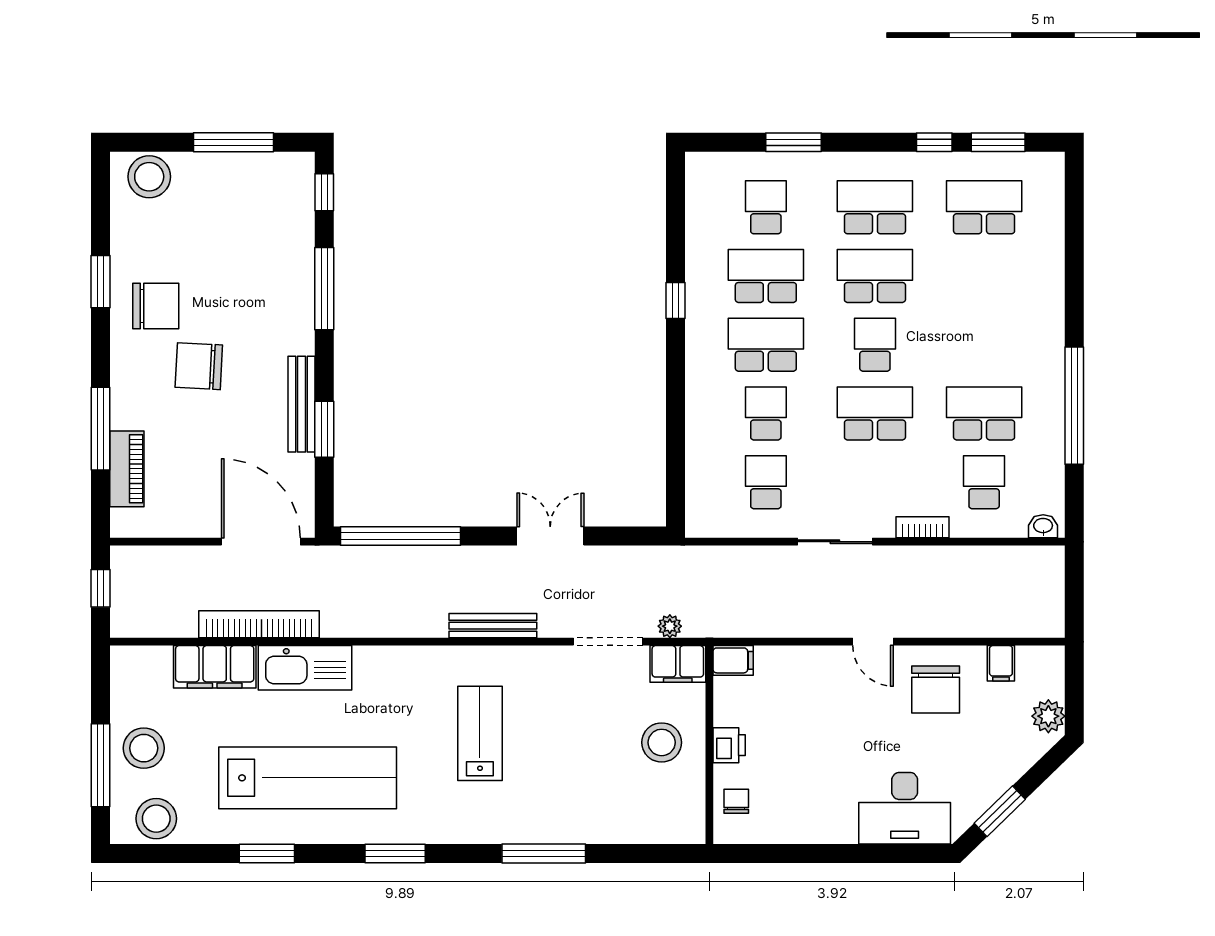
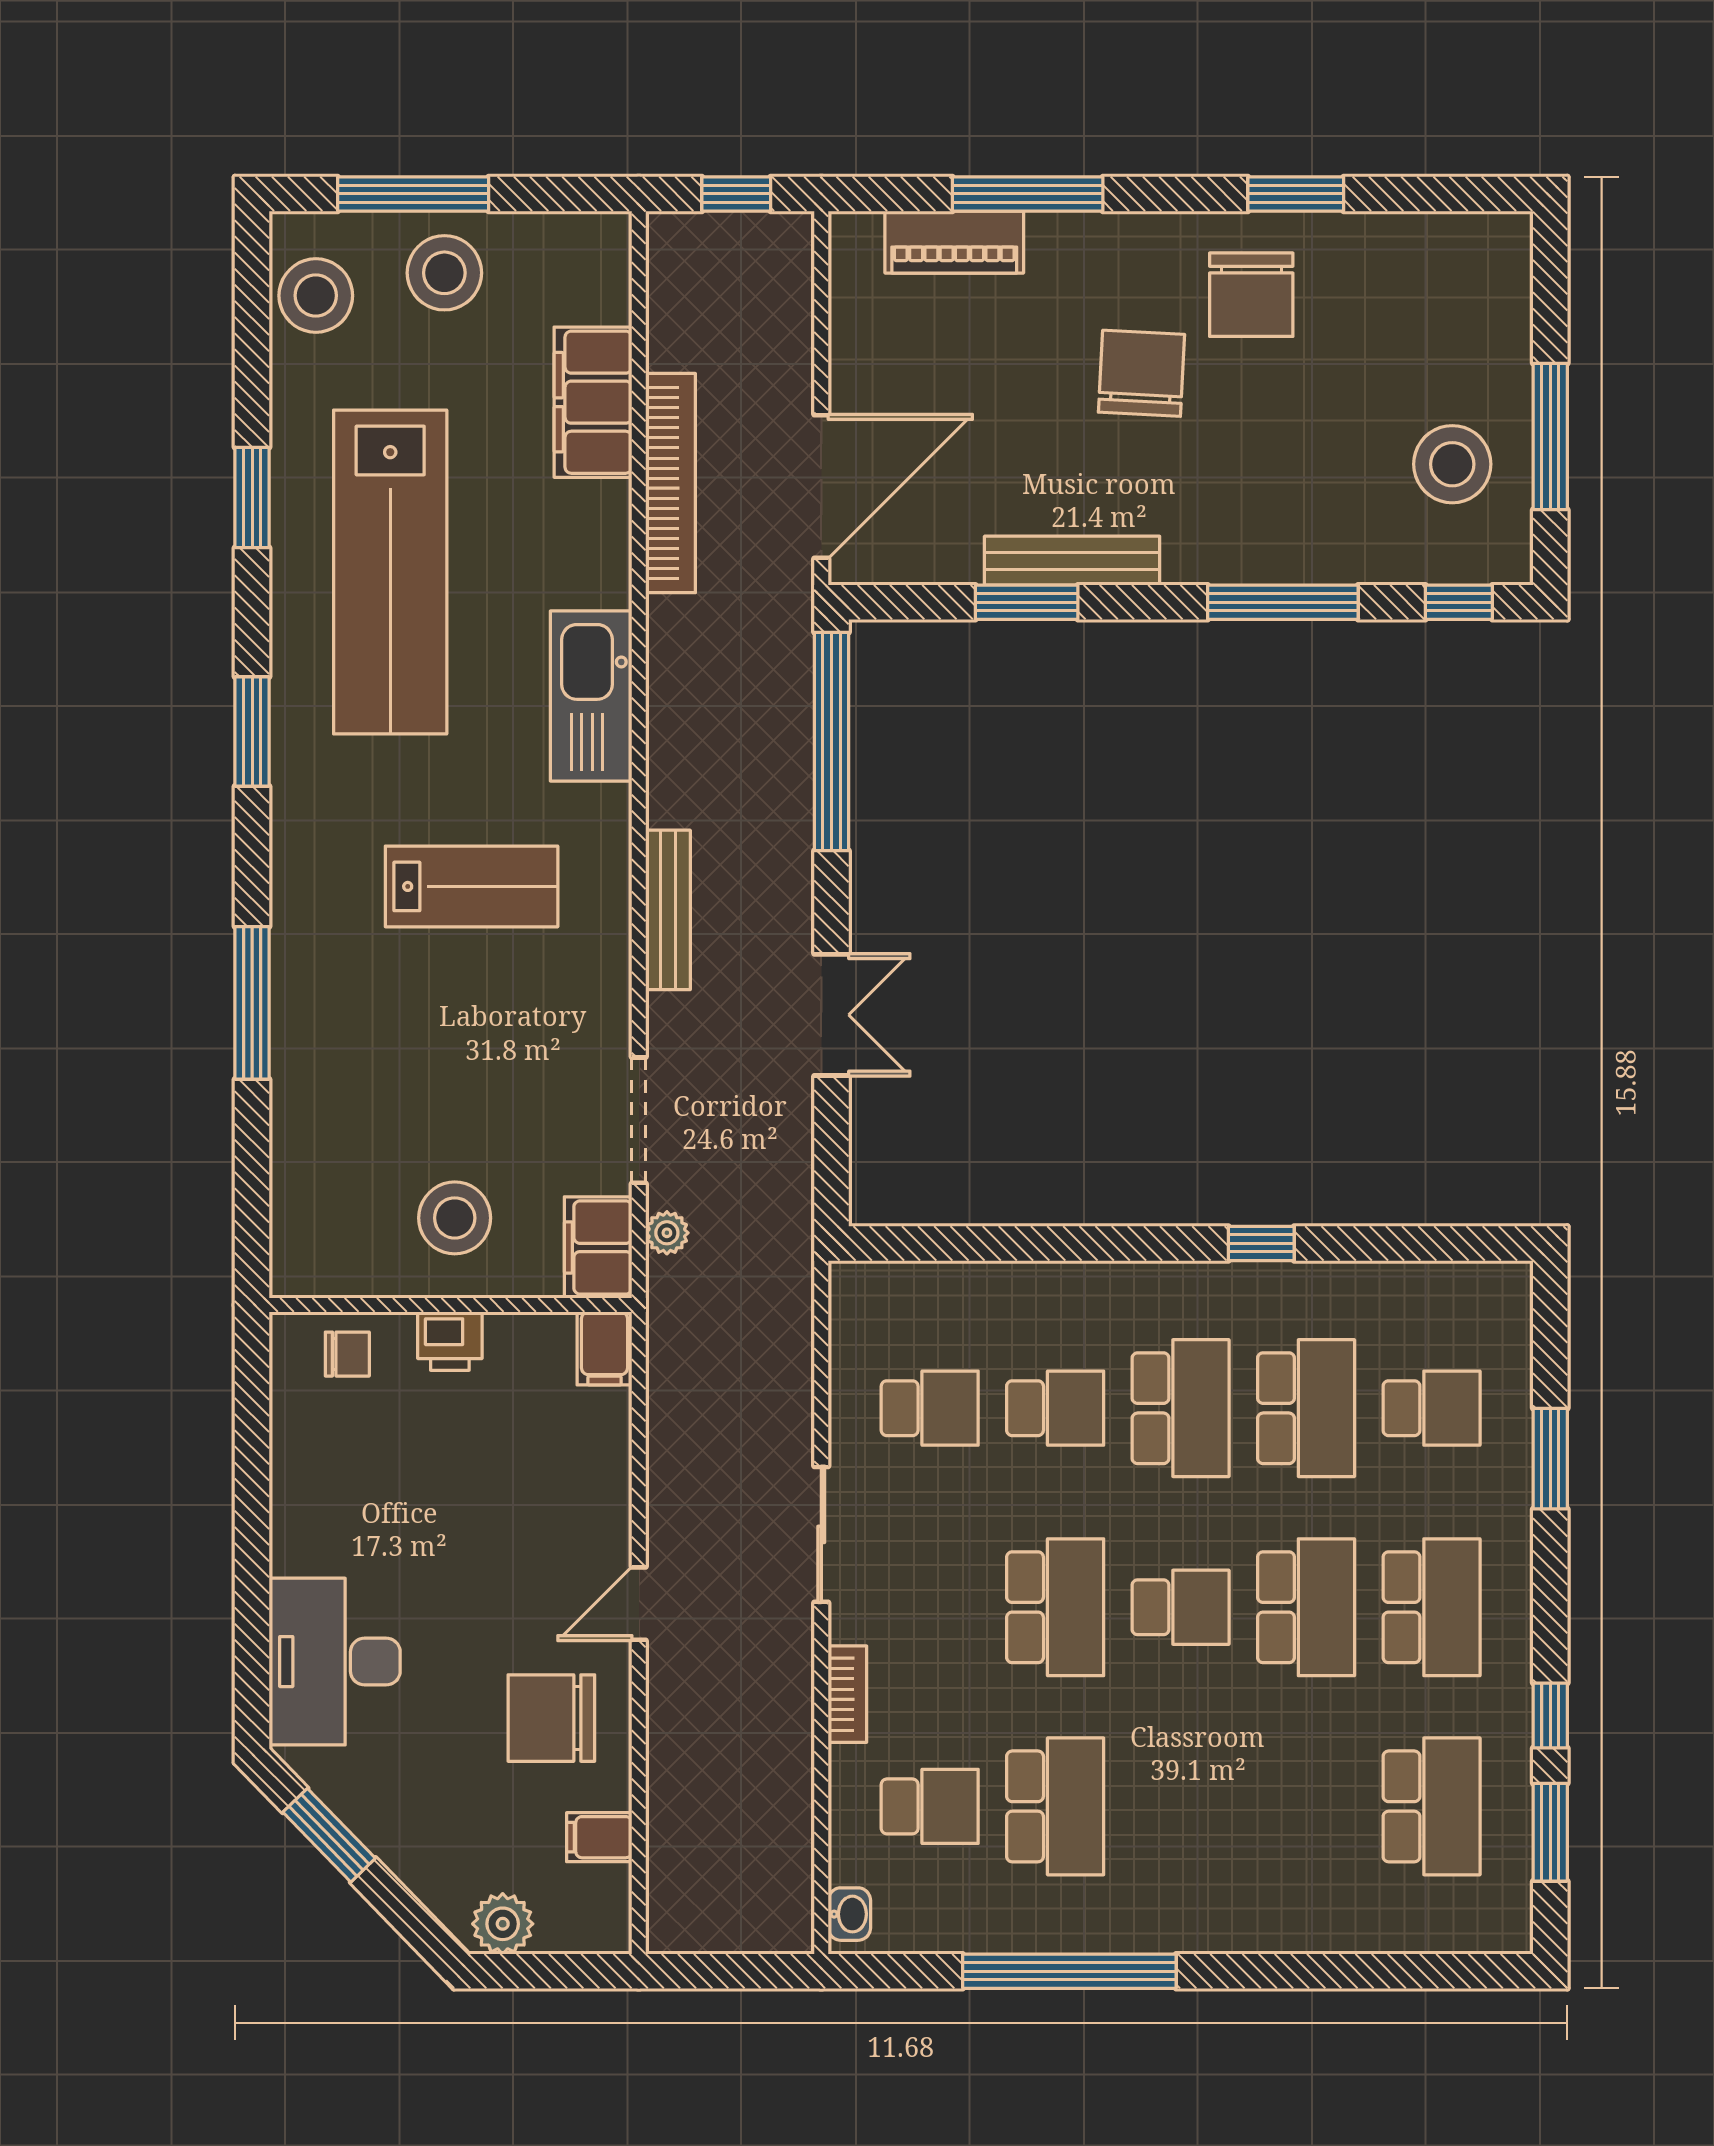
stool: (149, 177) -> (1452, 464), moved
kitchen sink: (305, 668) -> (591, 696), moved

